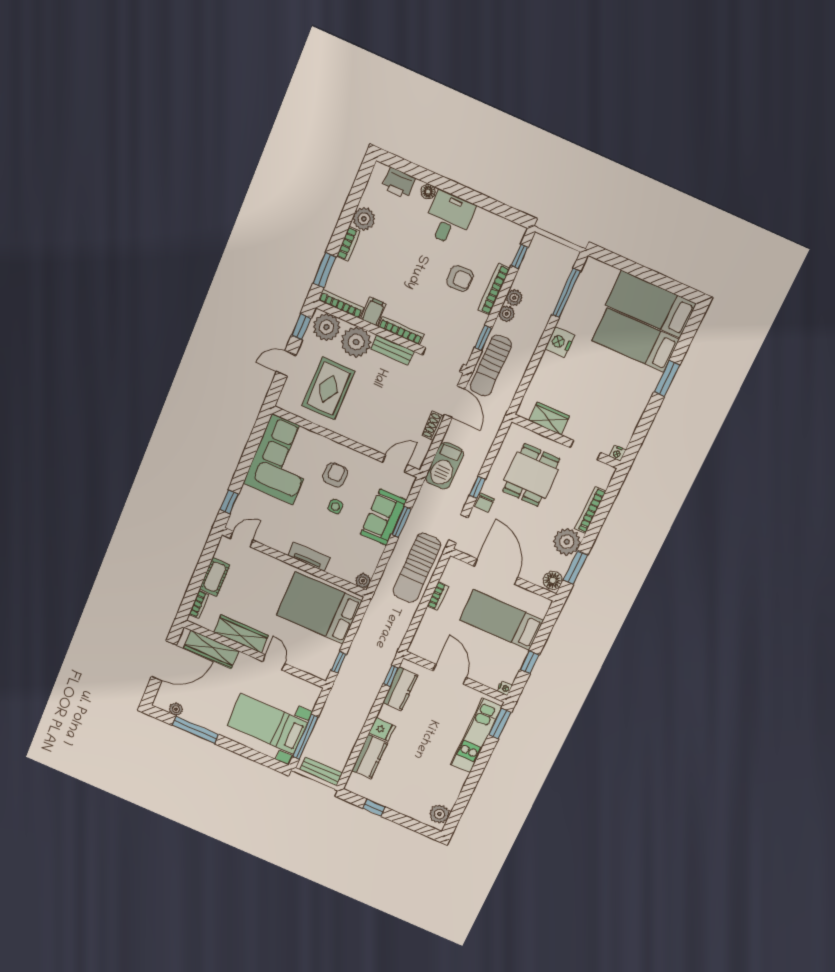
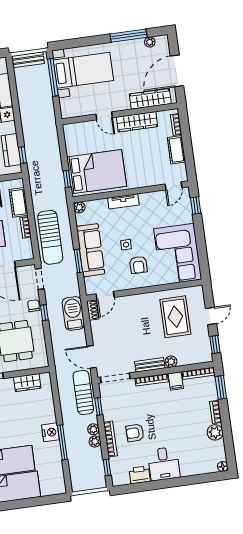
printer: (399, 183) -> (140, 475), moved
floor lamp: (428, 192) -> (223, 466), moved
window: (566, 293) -> (62, 442), moved
plant: (326, 327) -> (199, 354), removed
plant: (356, 342) -> (171, 362), width x0.53, depth x0.53
shoe rack: (433, 426) -> (93, 310), moved
sofa: (383, 517) -> (91, 250), width x1.36
sun lounger: (417, 568) -> (50, 237), turned 180
cot: (428, 628) -> (19, 202), added
window: (339, 662) -> (67, 179), moved

